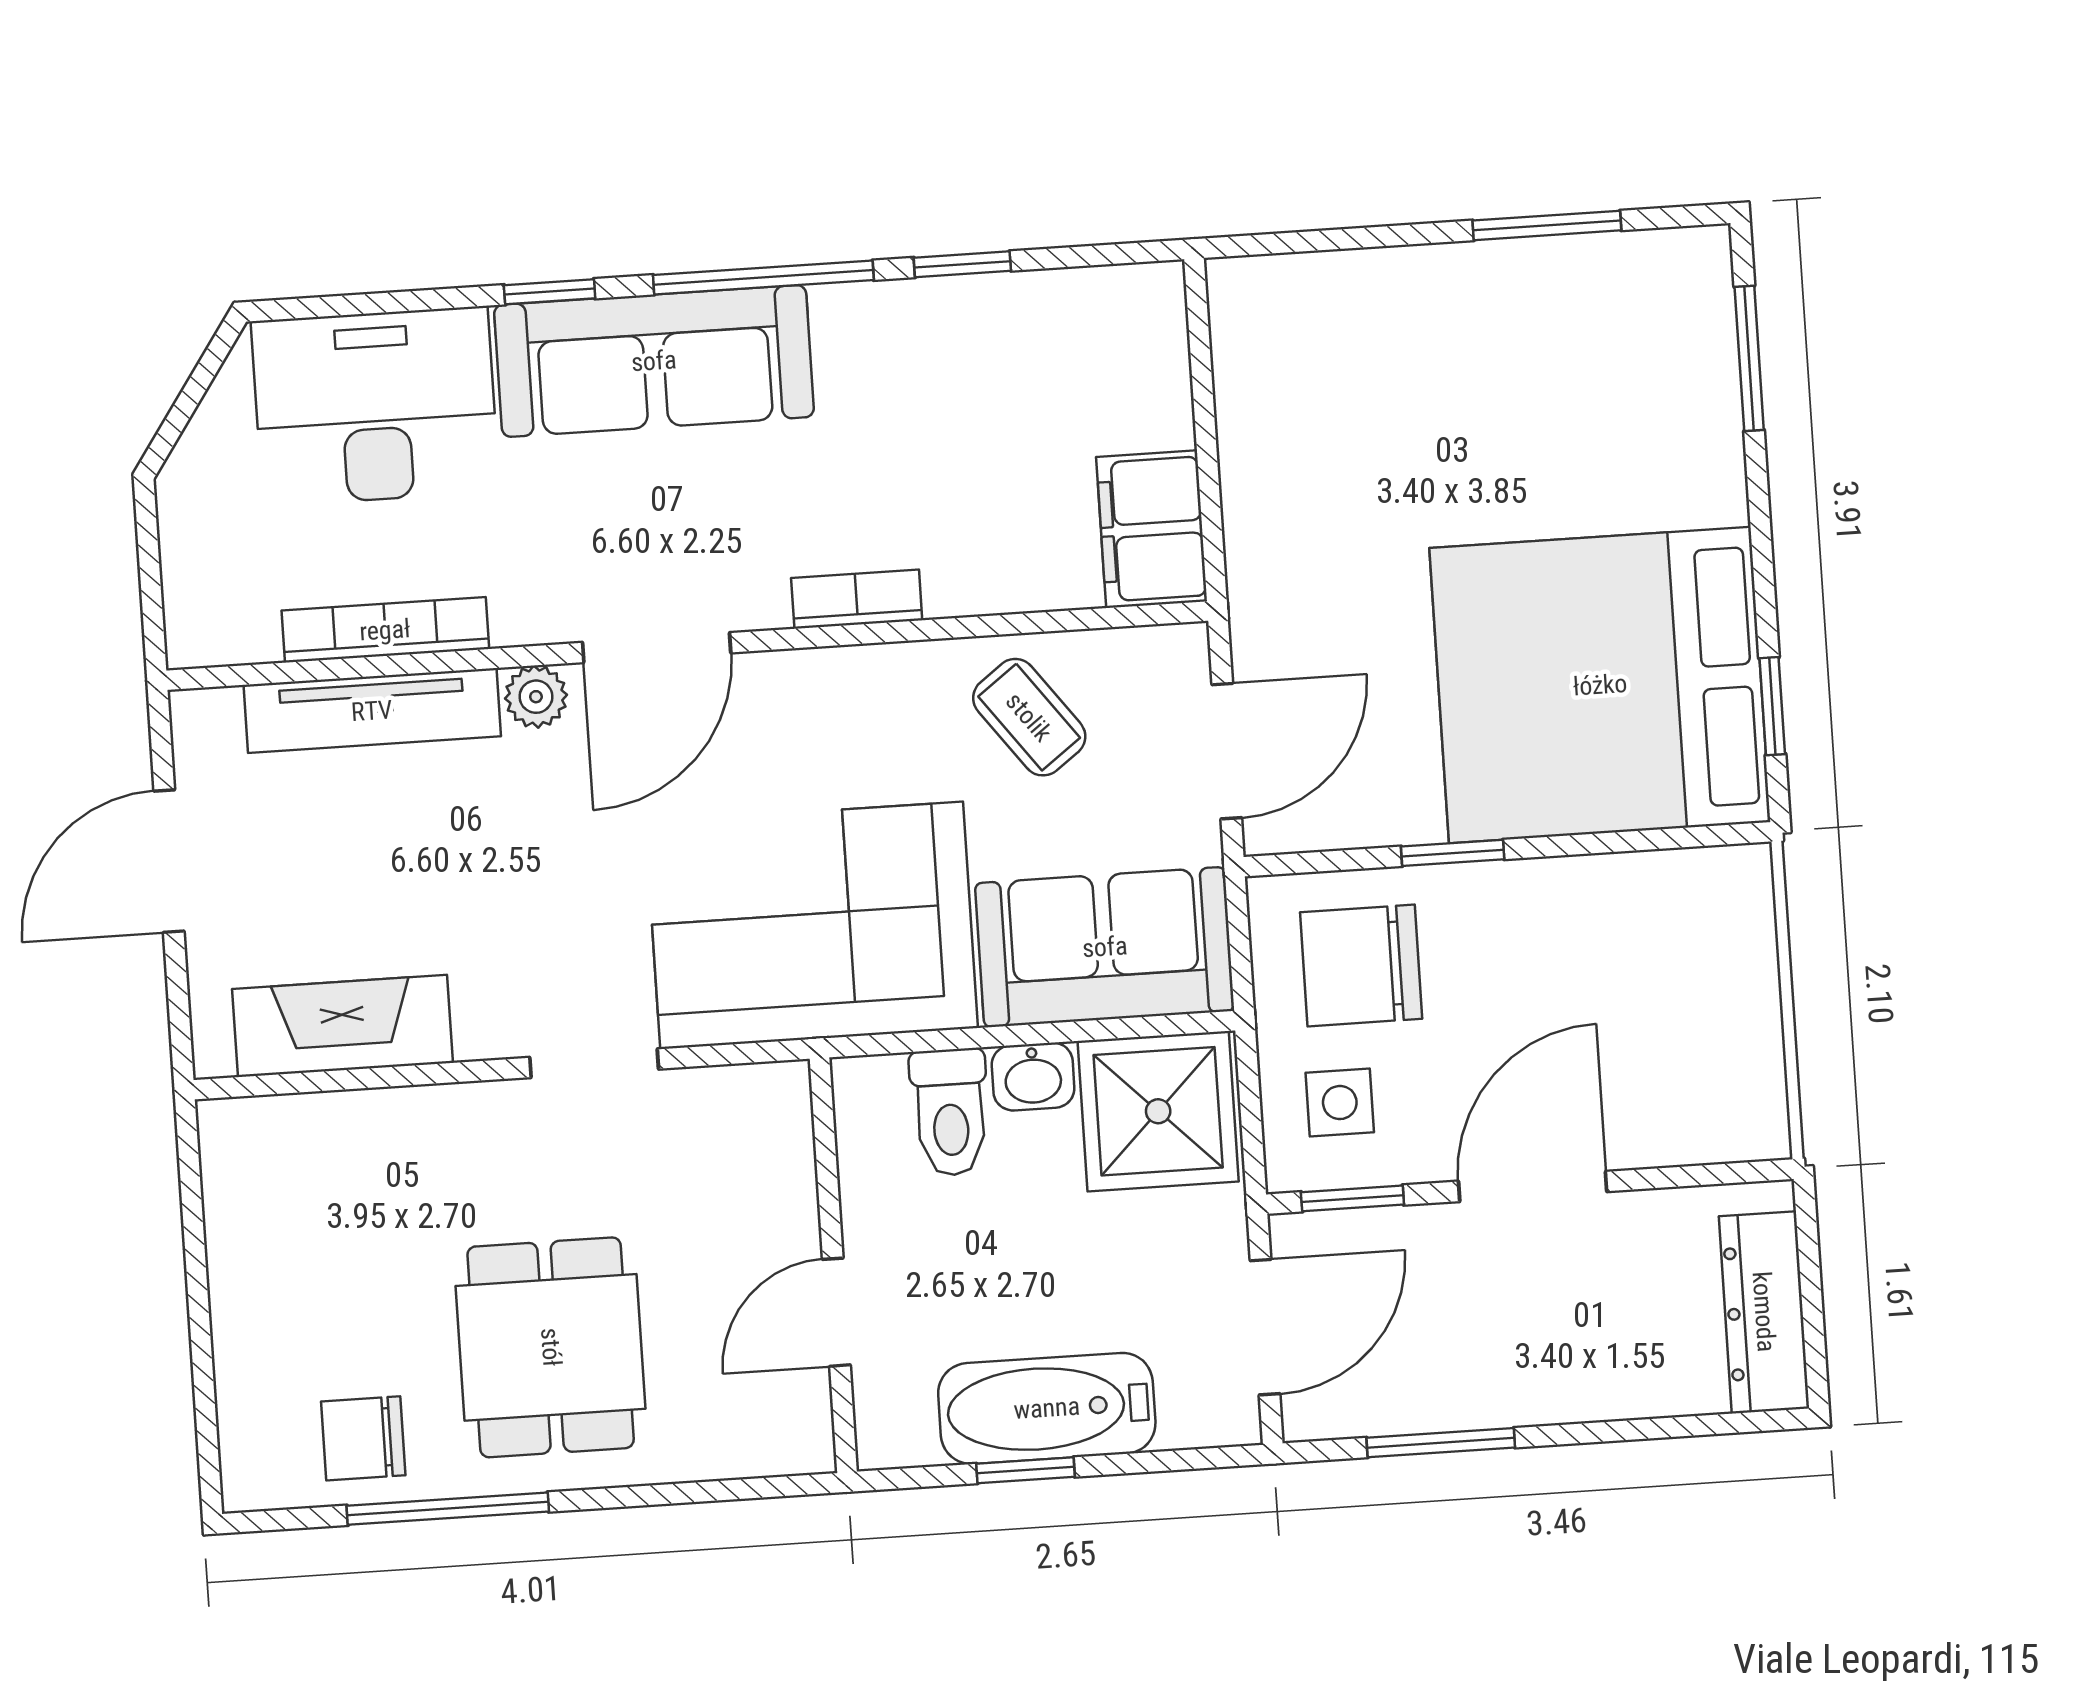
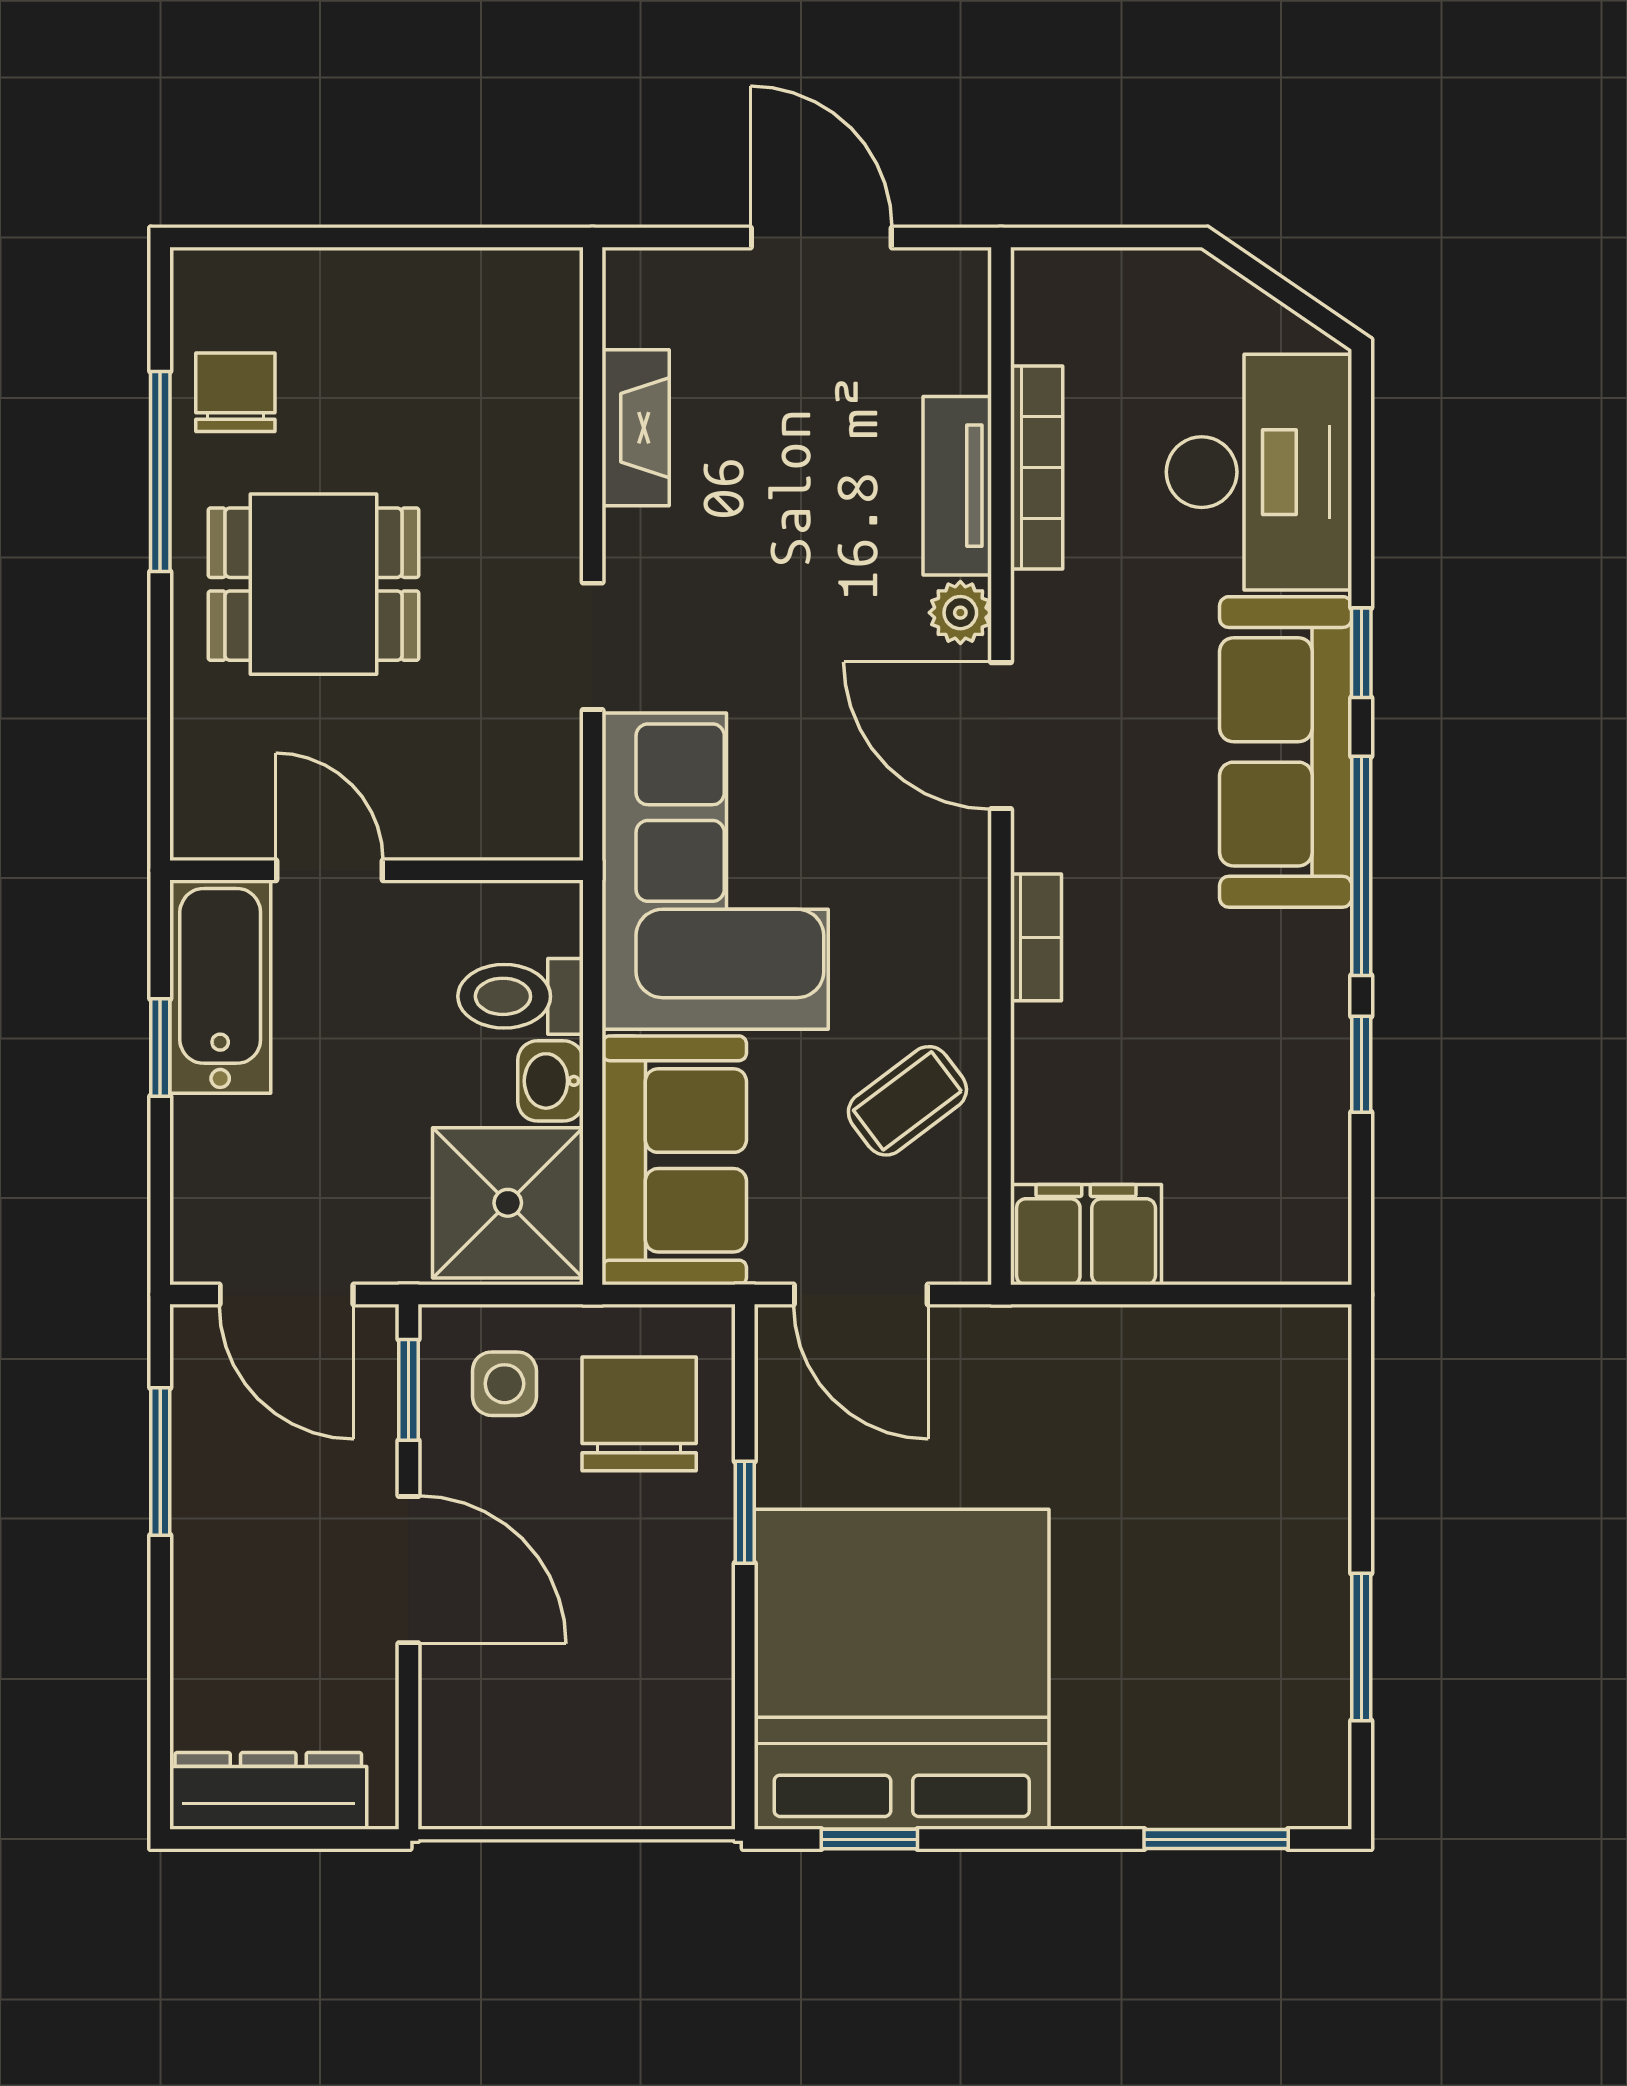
tv unit: (372, 711) -> (957, 486), width x0.71
fireplace: (343, 1026) -> (636, 428), width x0.73, depth x0.76
bathtub: (1047, 1408) -> (220, 987), moved

